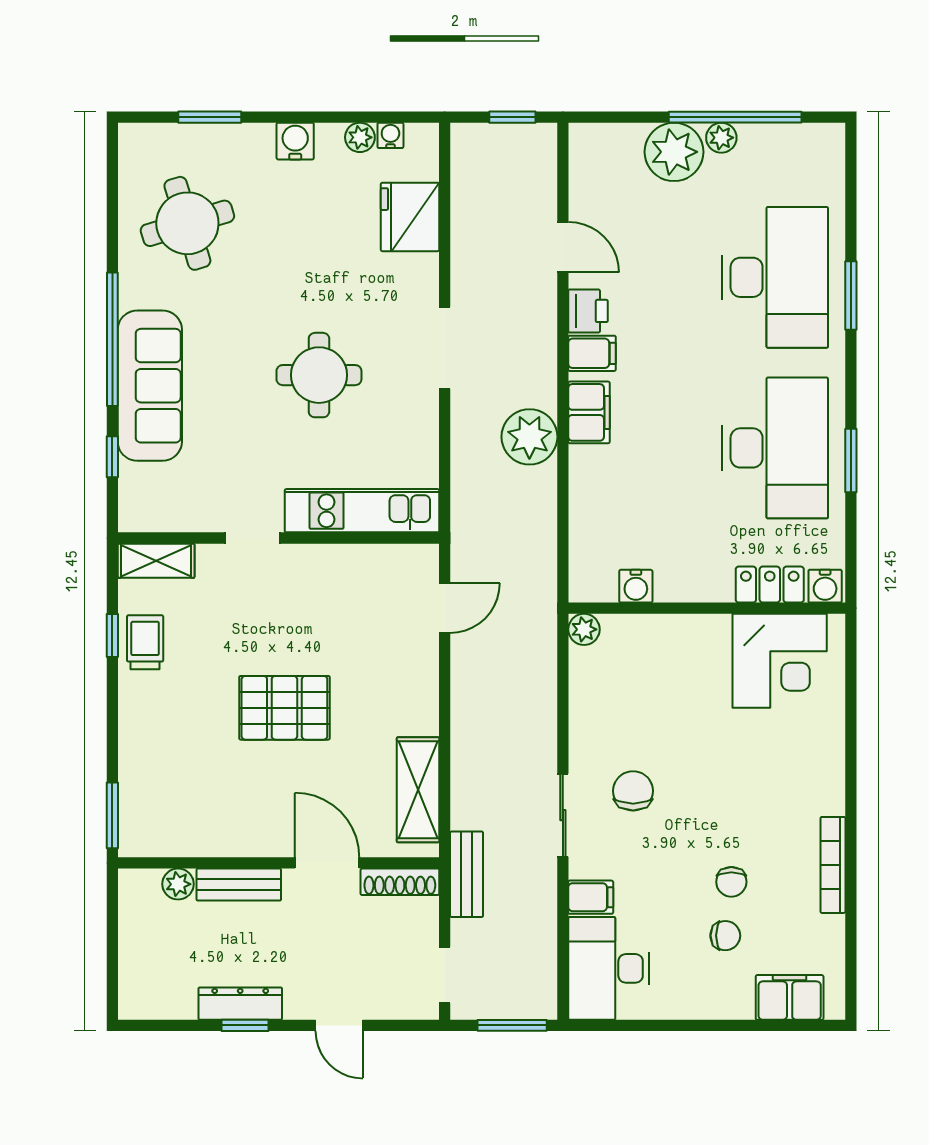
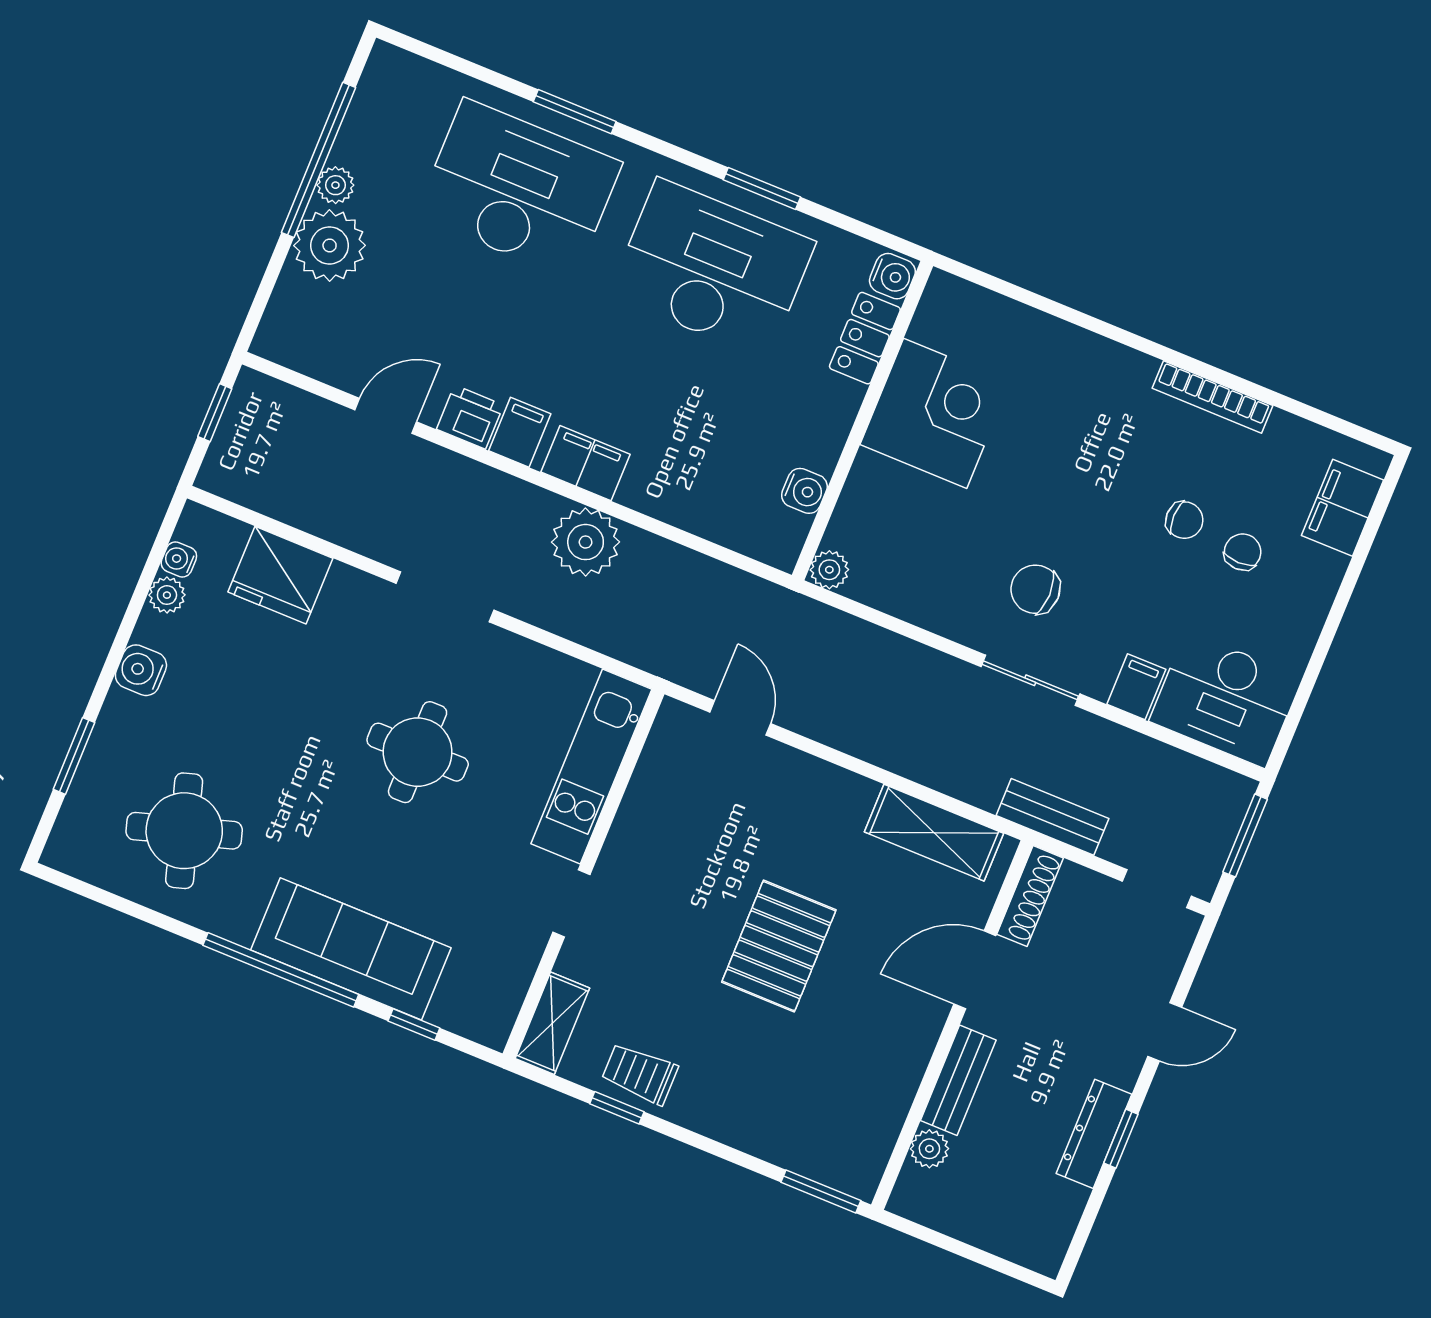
corner desk: (780, 661) -> (935, 413), moved

